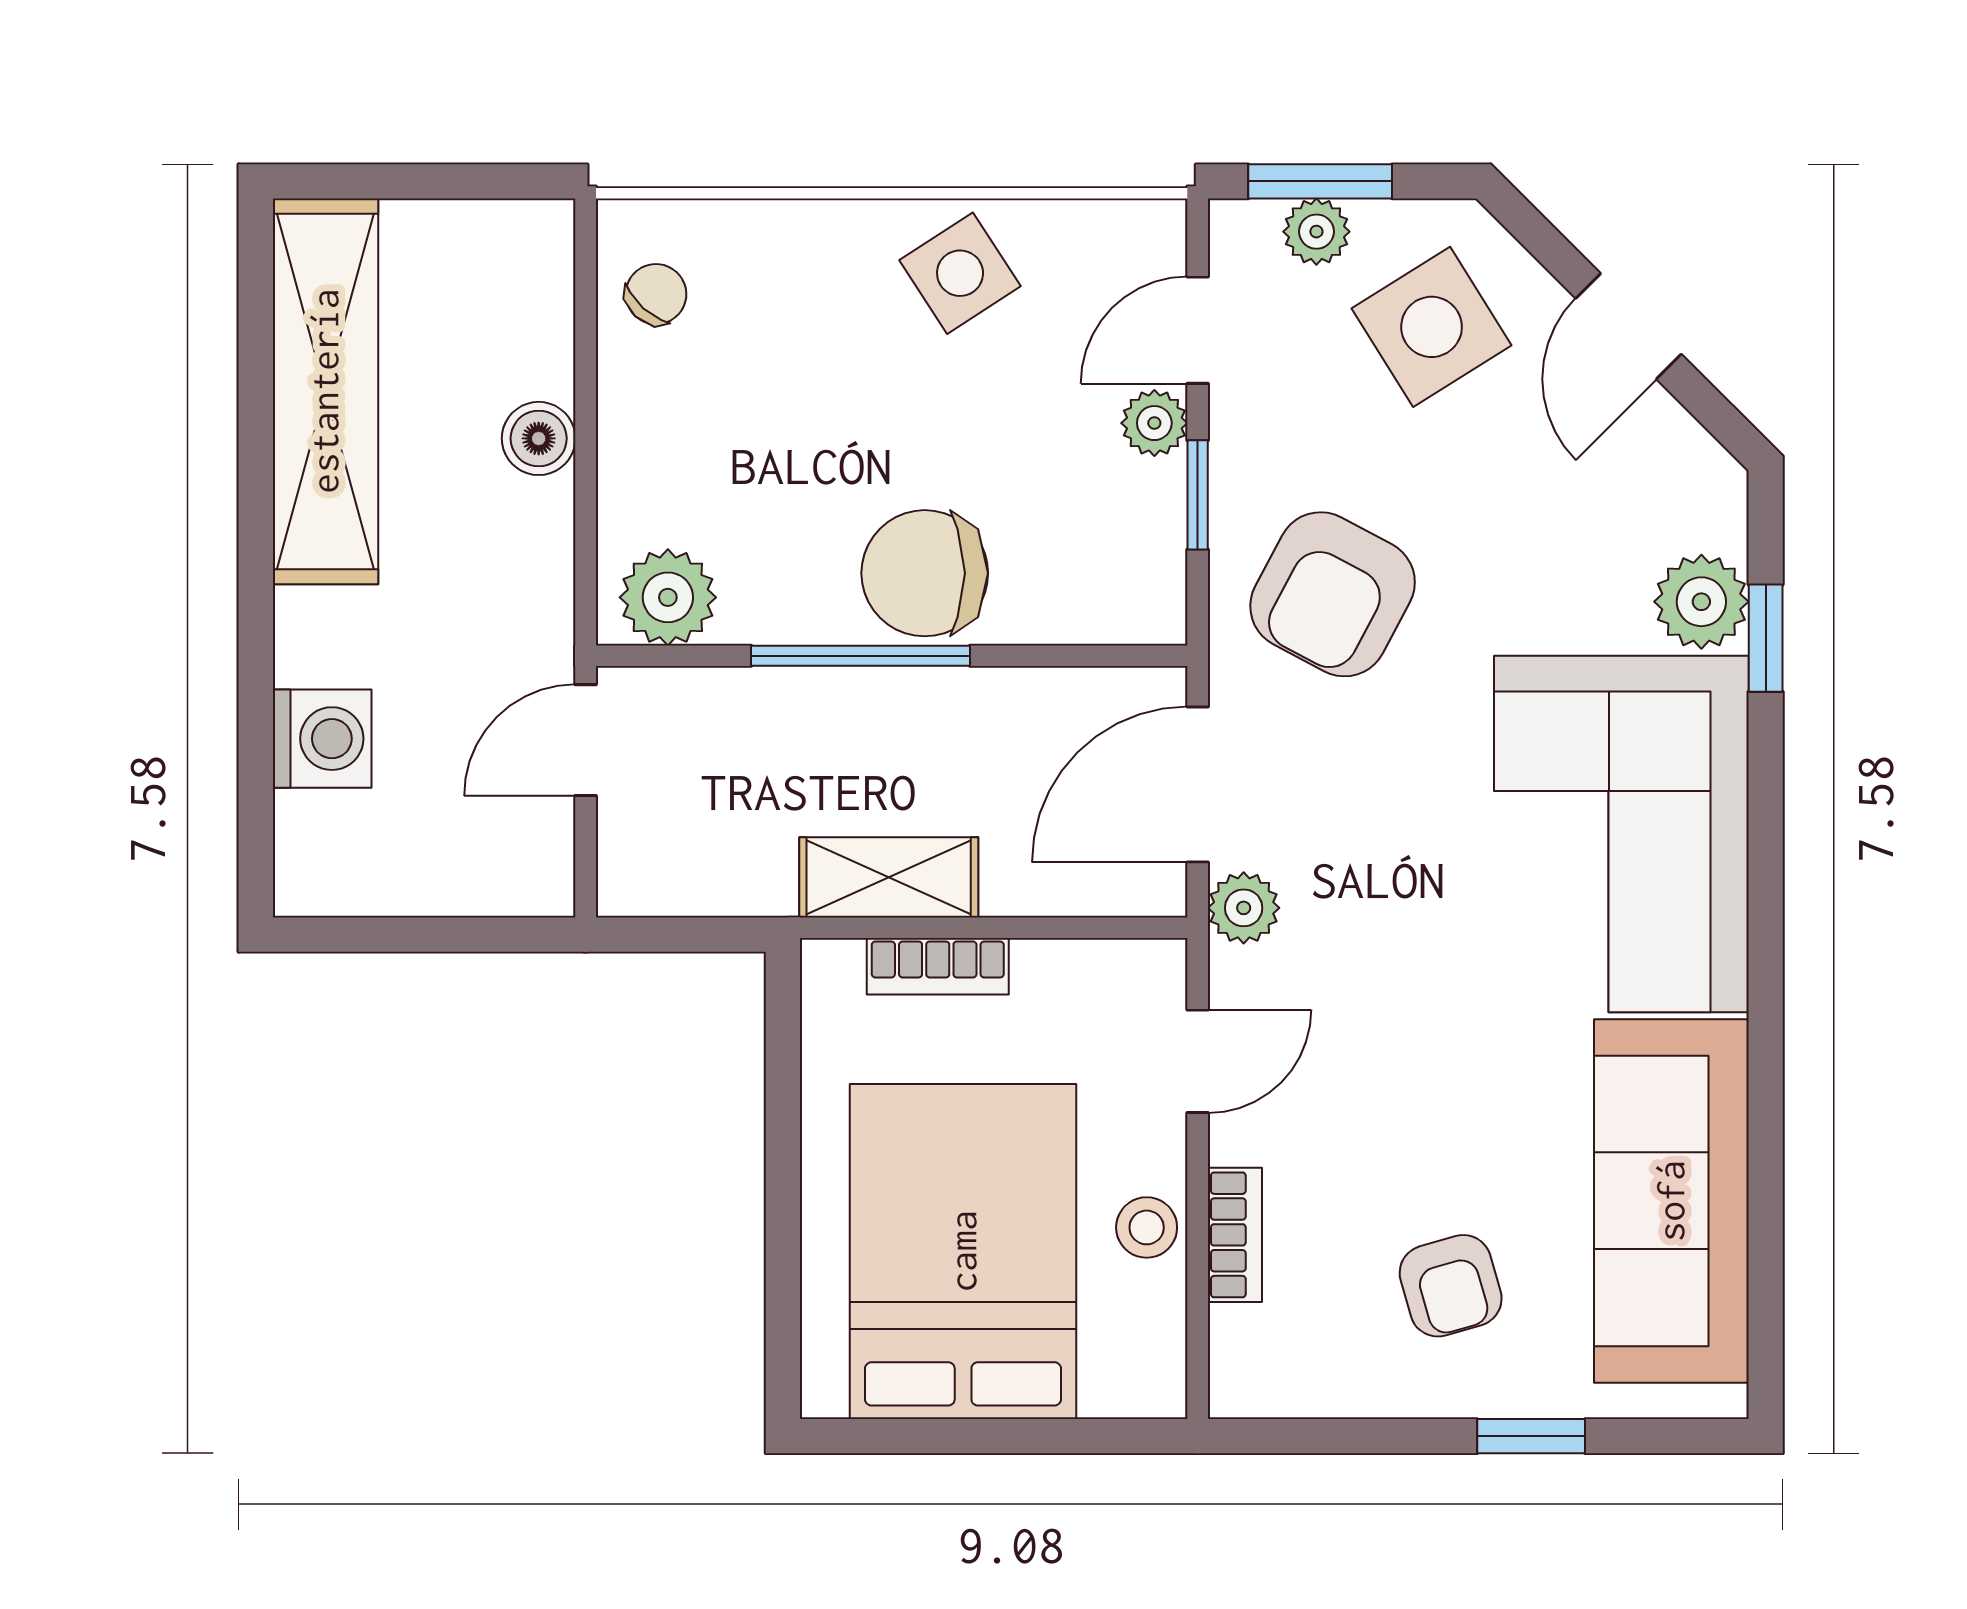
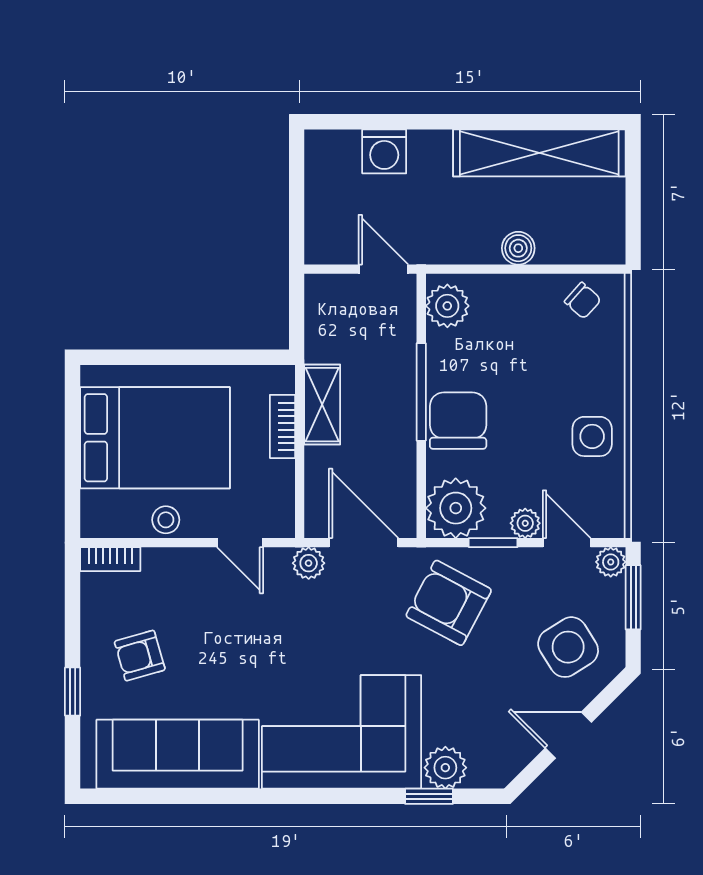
plant: (1316, 232) -> (611, 562), moved
side table: (960, 273) -> (592, 436), turned 33
plant: (1120, 578) -> (456, 508), added
bookcase: (1235, 1235) -> (110, 559), moved

